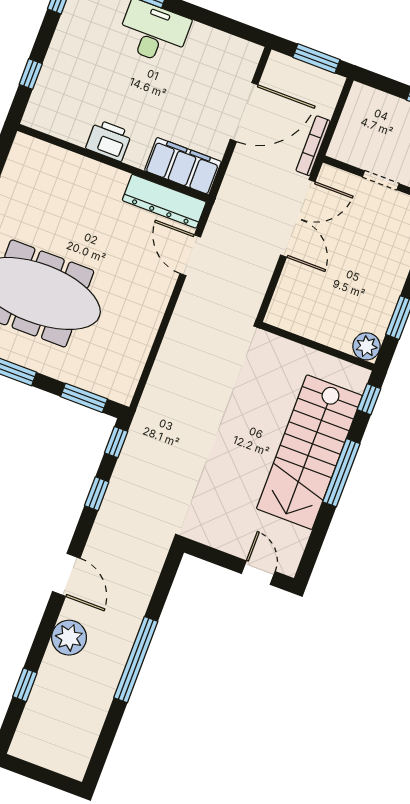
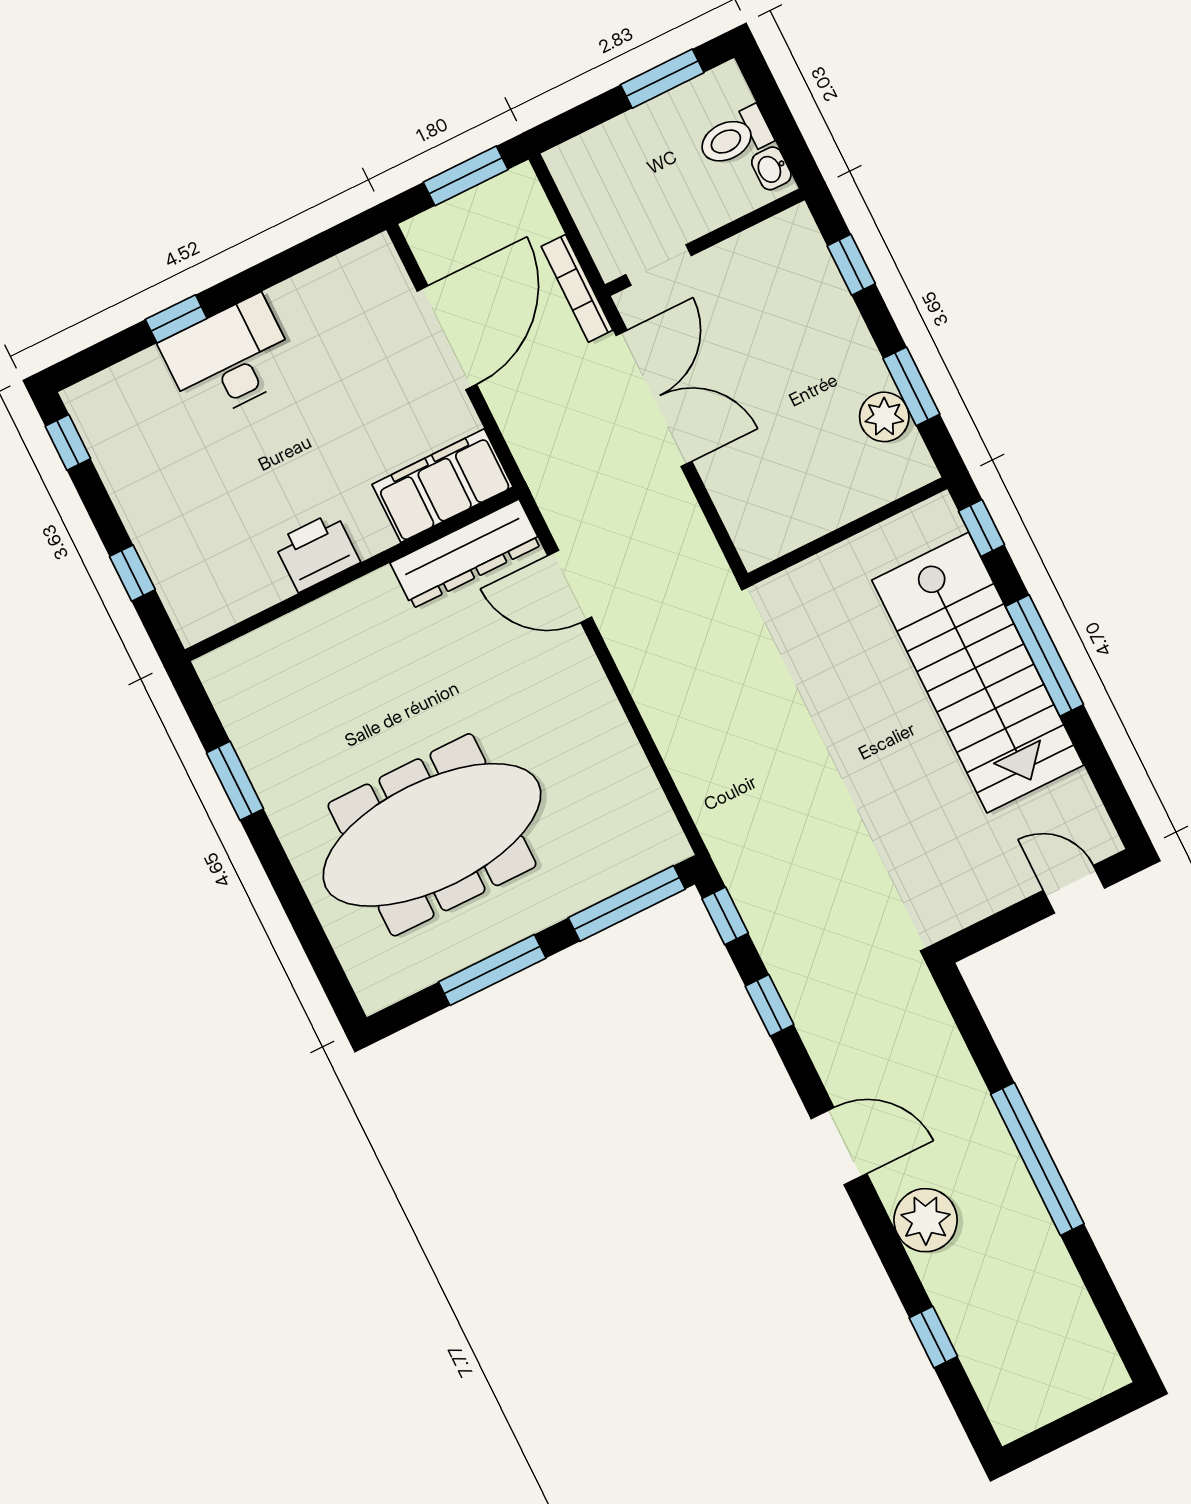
doorway: (381, 180) -> (658, 265), moved
plant: (366, 346) -> (884, 417), moved
window: (84, 398) -> (627, 903), width x1.44

